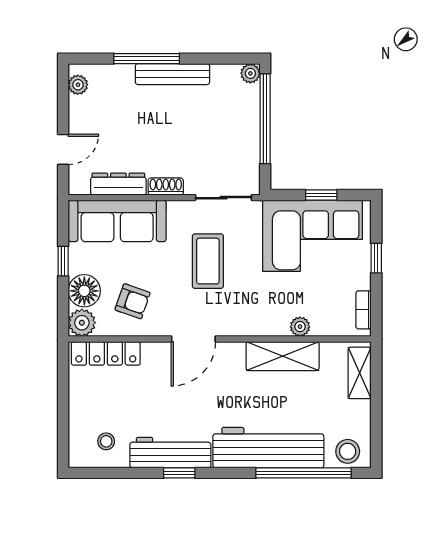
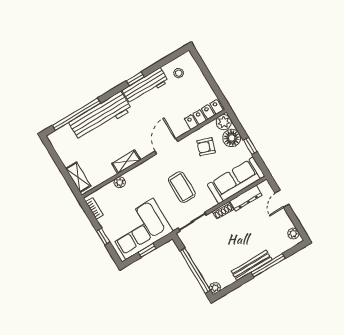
shelving: (283, 356) -> (126, 162), width x0.67, depth x0.75
stool: (348, 451) -> (62, 137), removed

